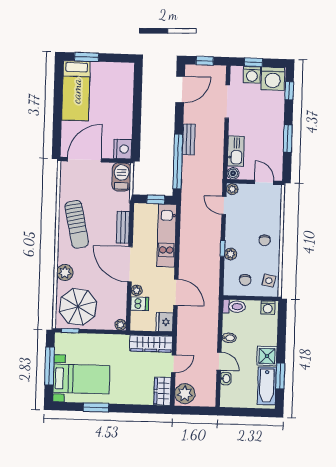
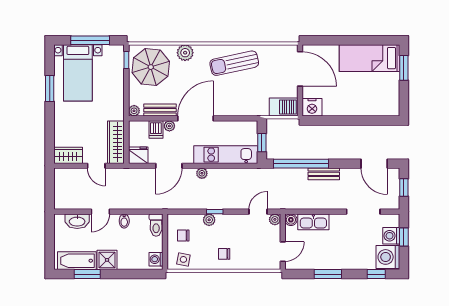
bench: (123, 227) -> (160, 110), moved
washbasin: (226, 379) -> (77, 221), width x1.91, depth x1.45
plant: (185, 394) -> (202, 173), moved, width x0.53, depth x0.53

